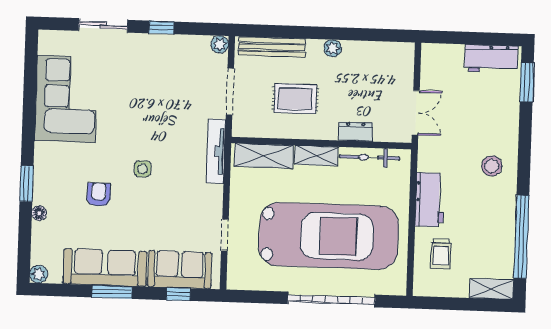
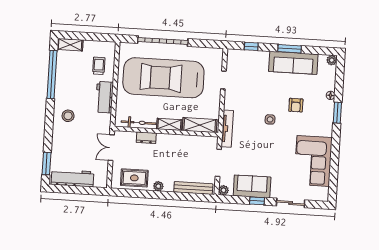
workbench: (491, 59) -> (72, 178), width x1.38
rug: (295, 99) -> (134, 178), moved
sofa: (180, 270) -> (252, 186), moved, turned 180

